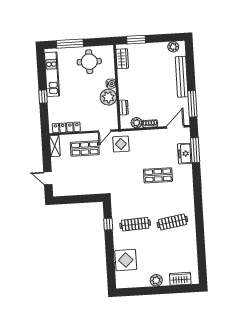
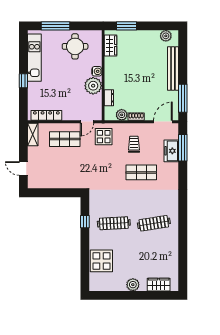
trolley: (149, 150) -> (134, 144), added

